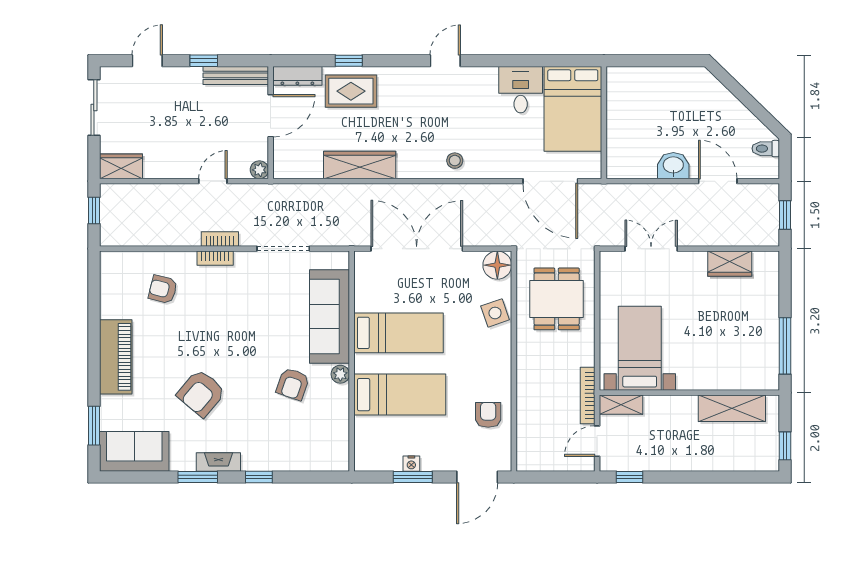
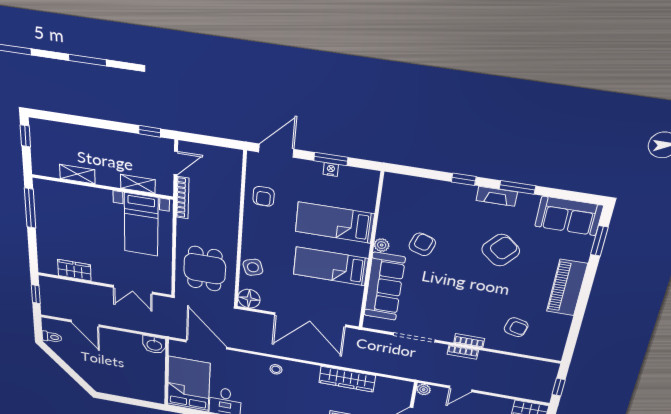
washbasin: (673, 166) -> (154, 345), moved
shelving: (621, 405) -> (138, 184), moved
shelving: (732, 408) -> (77, 174), width x0.67, depth x0.75

